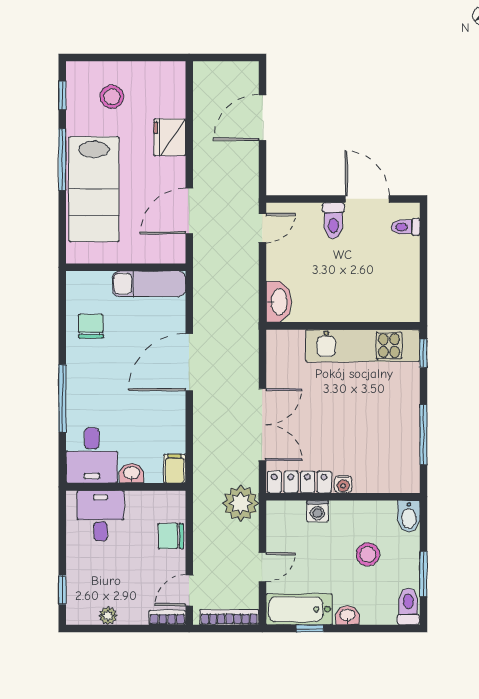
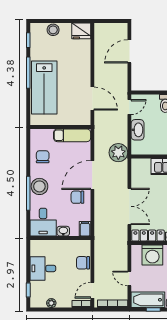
stool: (112, 97) -> (53, 30), moved
fridge: (170, 137) -> (81, 31), moved, turned -90
door: (189, 211) -> (92, 99), swing flipped
washbasin: (279, 302) -> (138, 130), moved
stool: (84, 385) -> (39, 186), added
chair: (160, 406) -> (77, 197), added
plant: (241, 503) -> (118, 153), moved
washing machine: (317, 511) -> (152, 255), width x1.89, depth x1.89
desk: (101, 516) -> (43, 268), moved, turned -90
door: (262, 567) -> (129, 278), swing flipped

